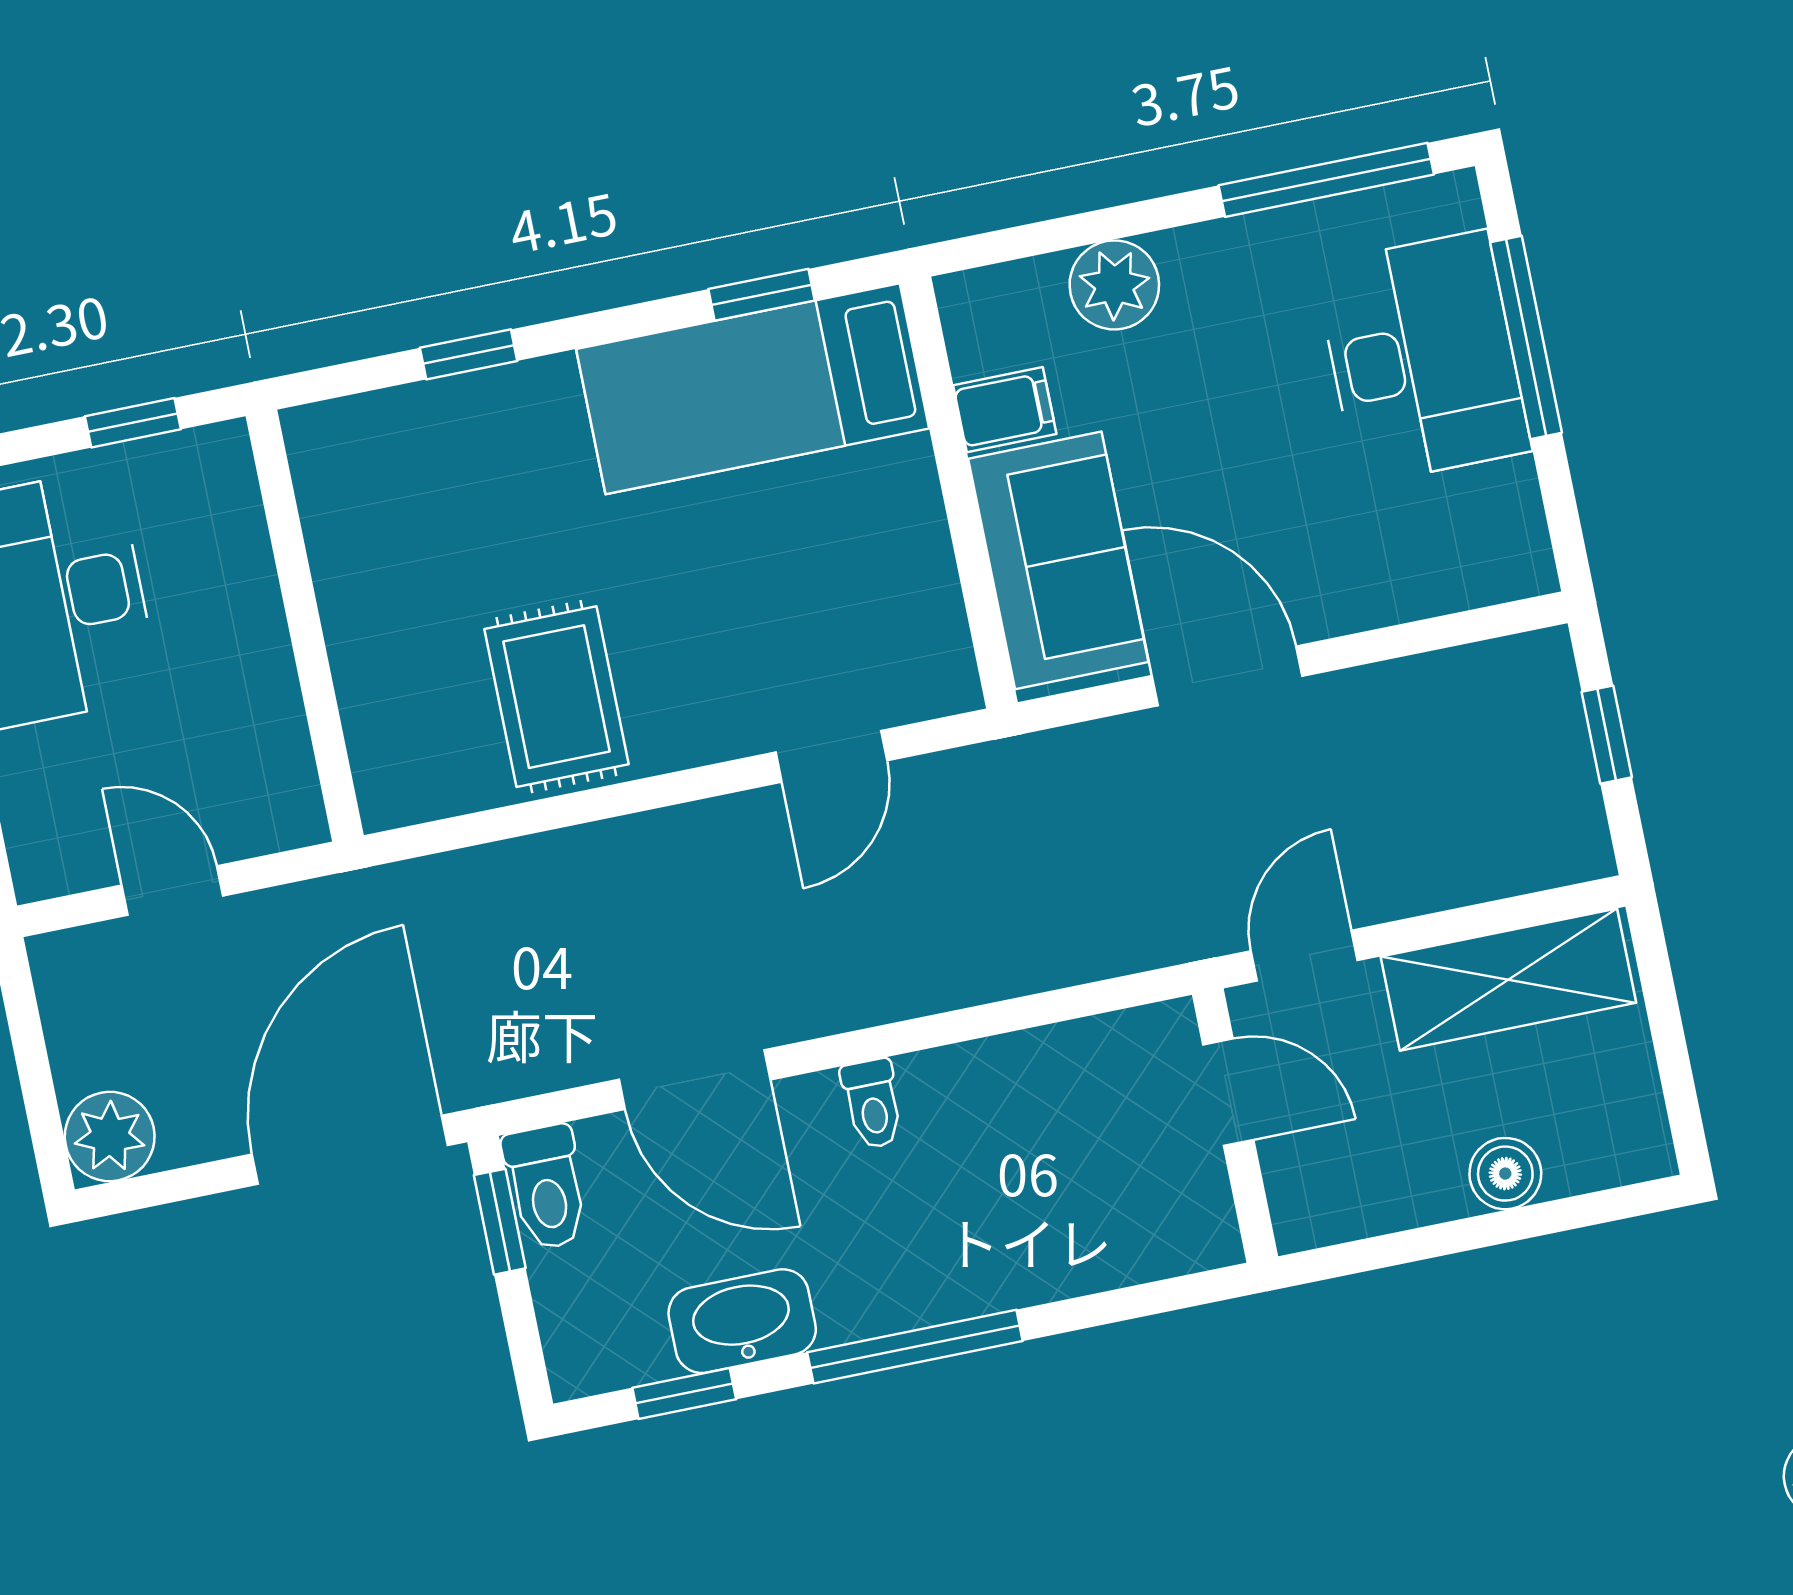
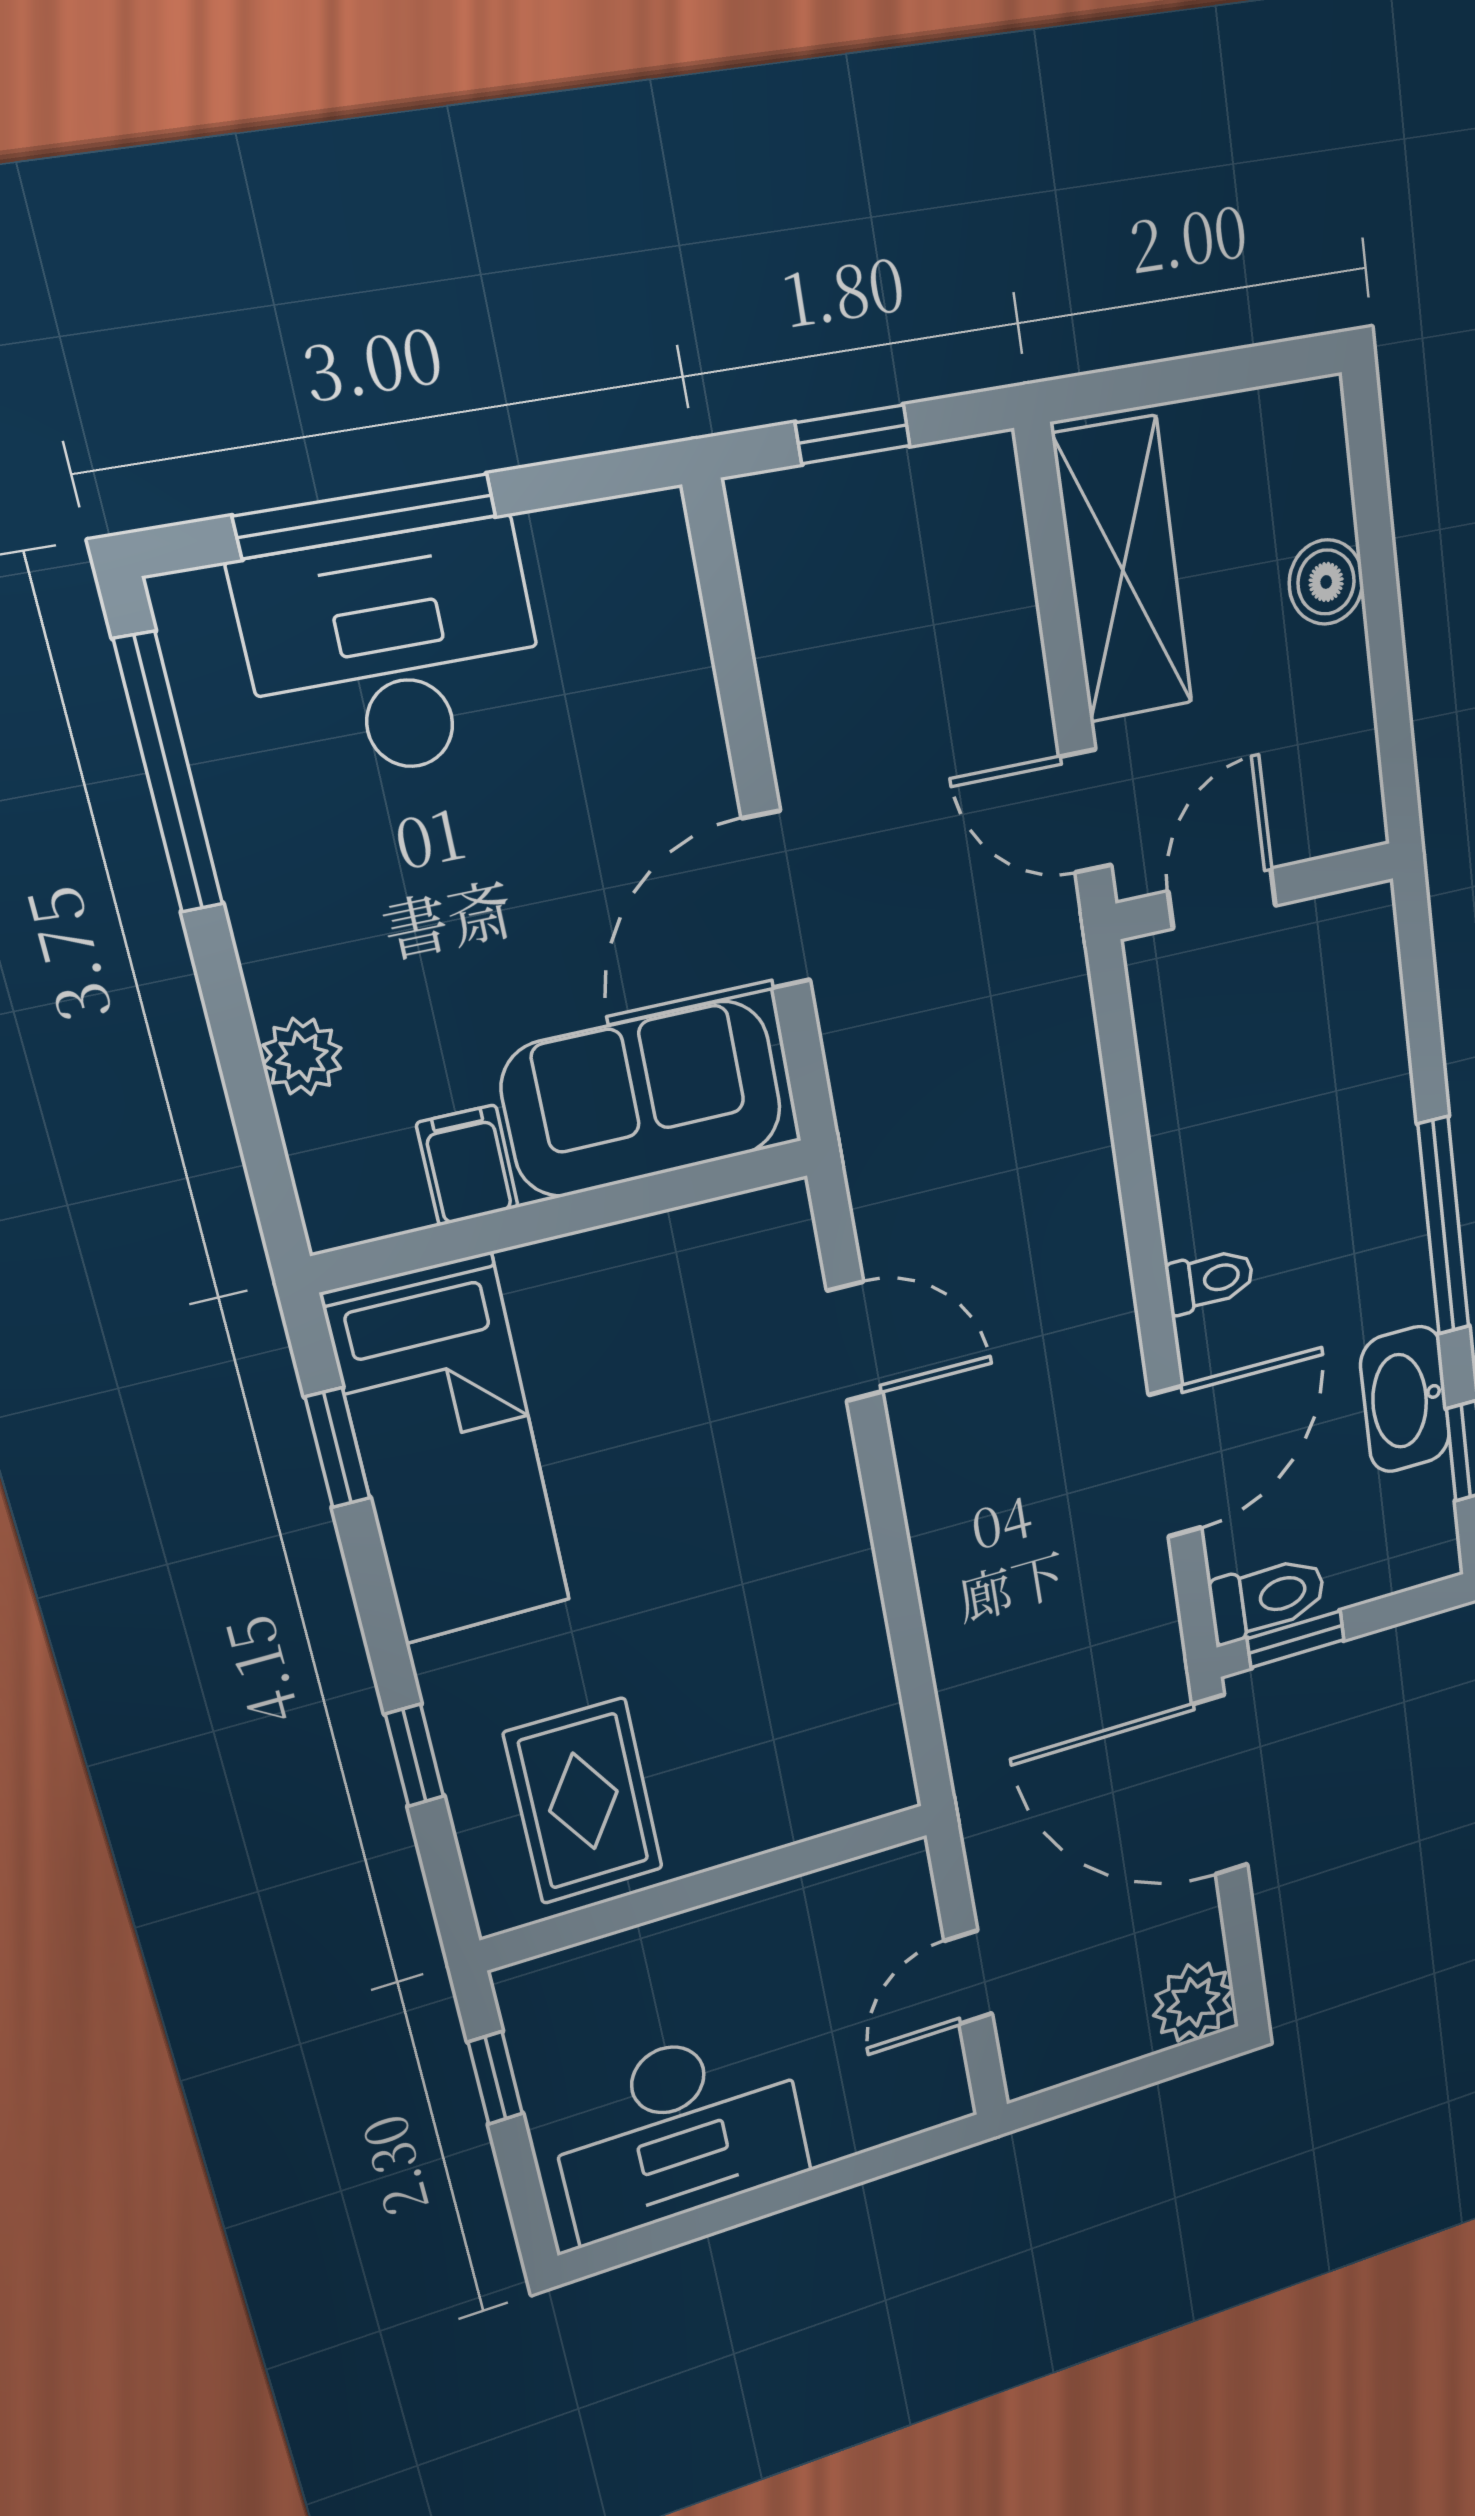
plant: (1114, 285) -> (302, 1057), width x0.73, depth x0.73
rug: (557, 697) -> (584, 1801), moved, turned 90

